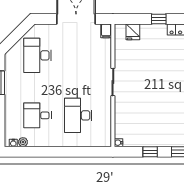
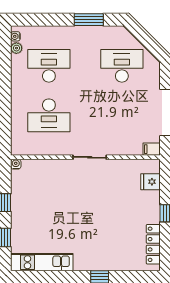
desk: (38, 115) -> (49, 66), width x1.37
desk: (78, 115) -> (49, 115), turned 180

